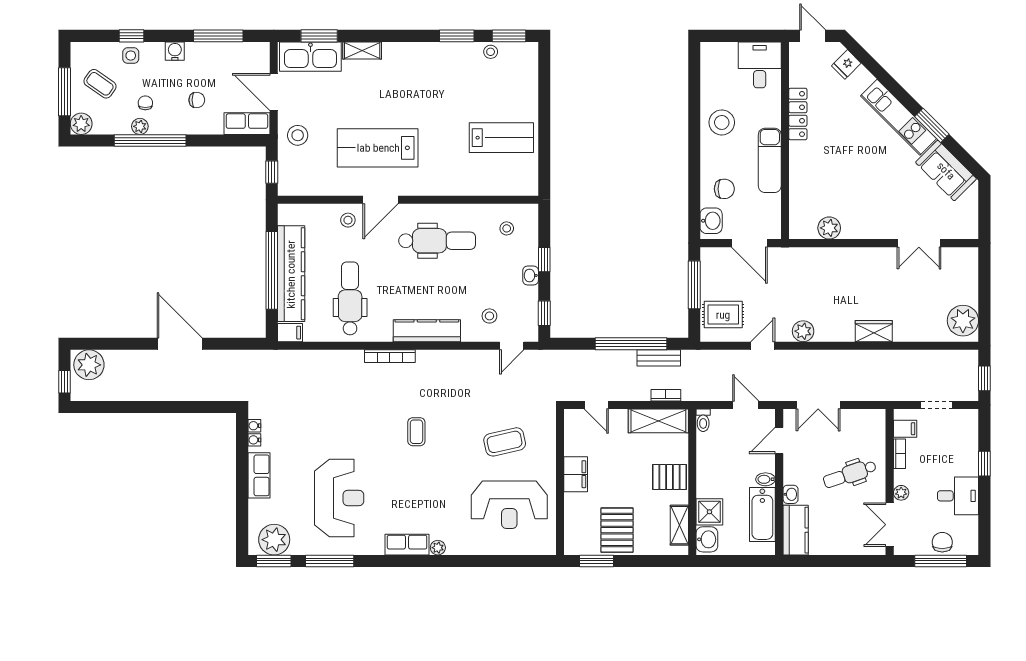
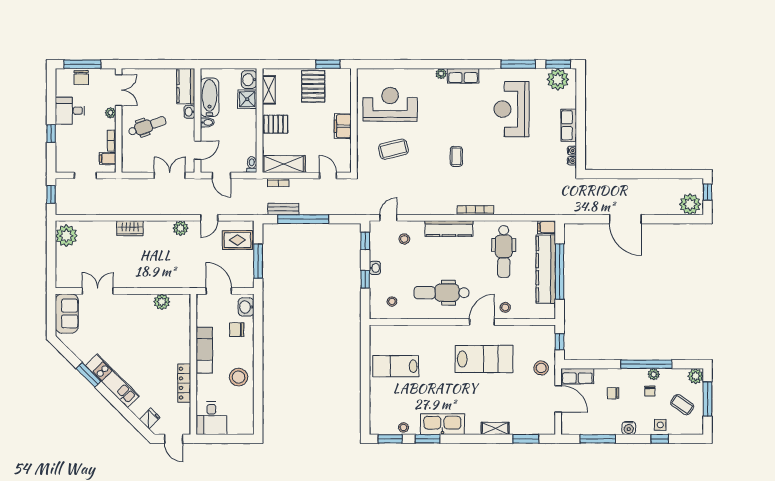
kitchen sink: (310, 57) -> (442, 424), moved
sofa: (946, 171) -> (67, 314), moved, turned 45

